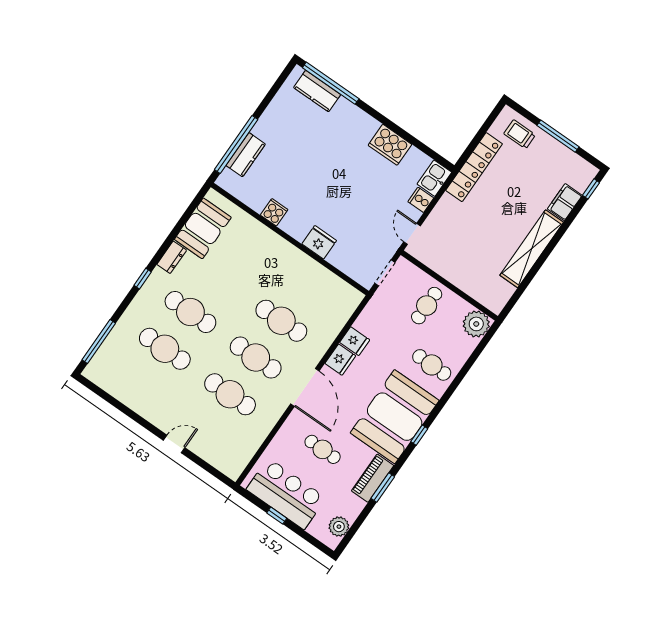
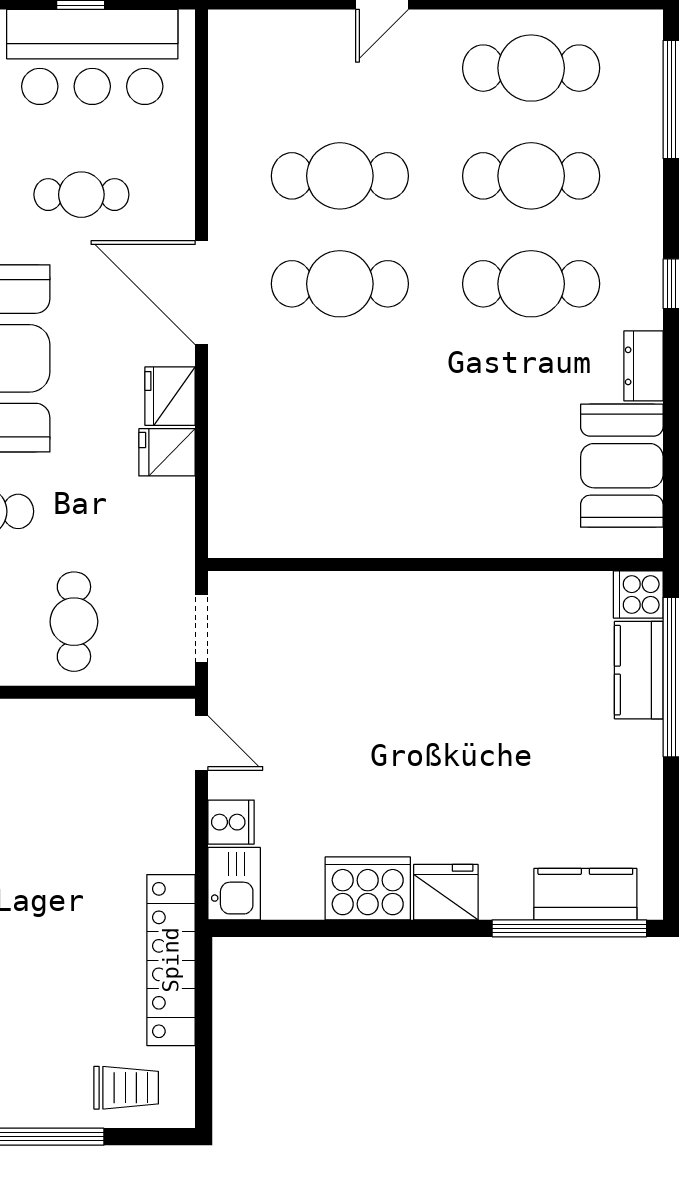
cooker: (274, 212) -> (638, 595), moved, turned 90
fridge: (319, 242) -> (446, 892), moved, turned 180
cafe table: (281, 321) -> (531, 68), moved

